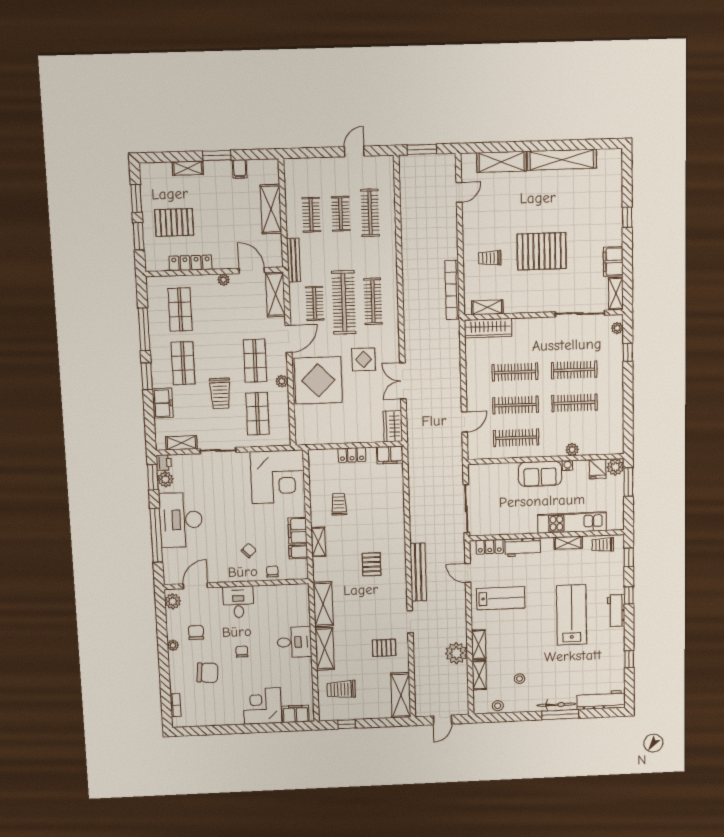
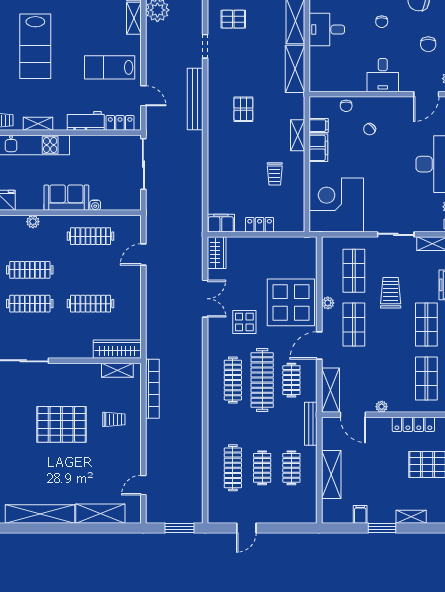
clothes rail: (516, 405) -> (91, 270), removed
water cooler: (568, 465) -> (95, 205), moved

